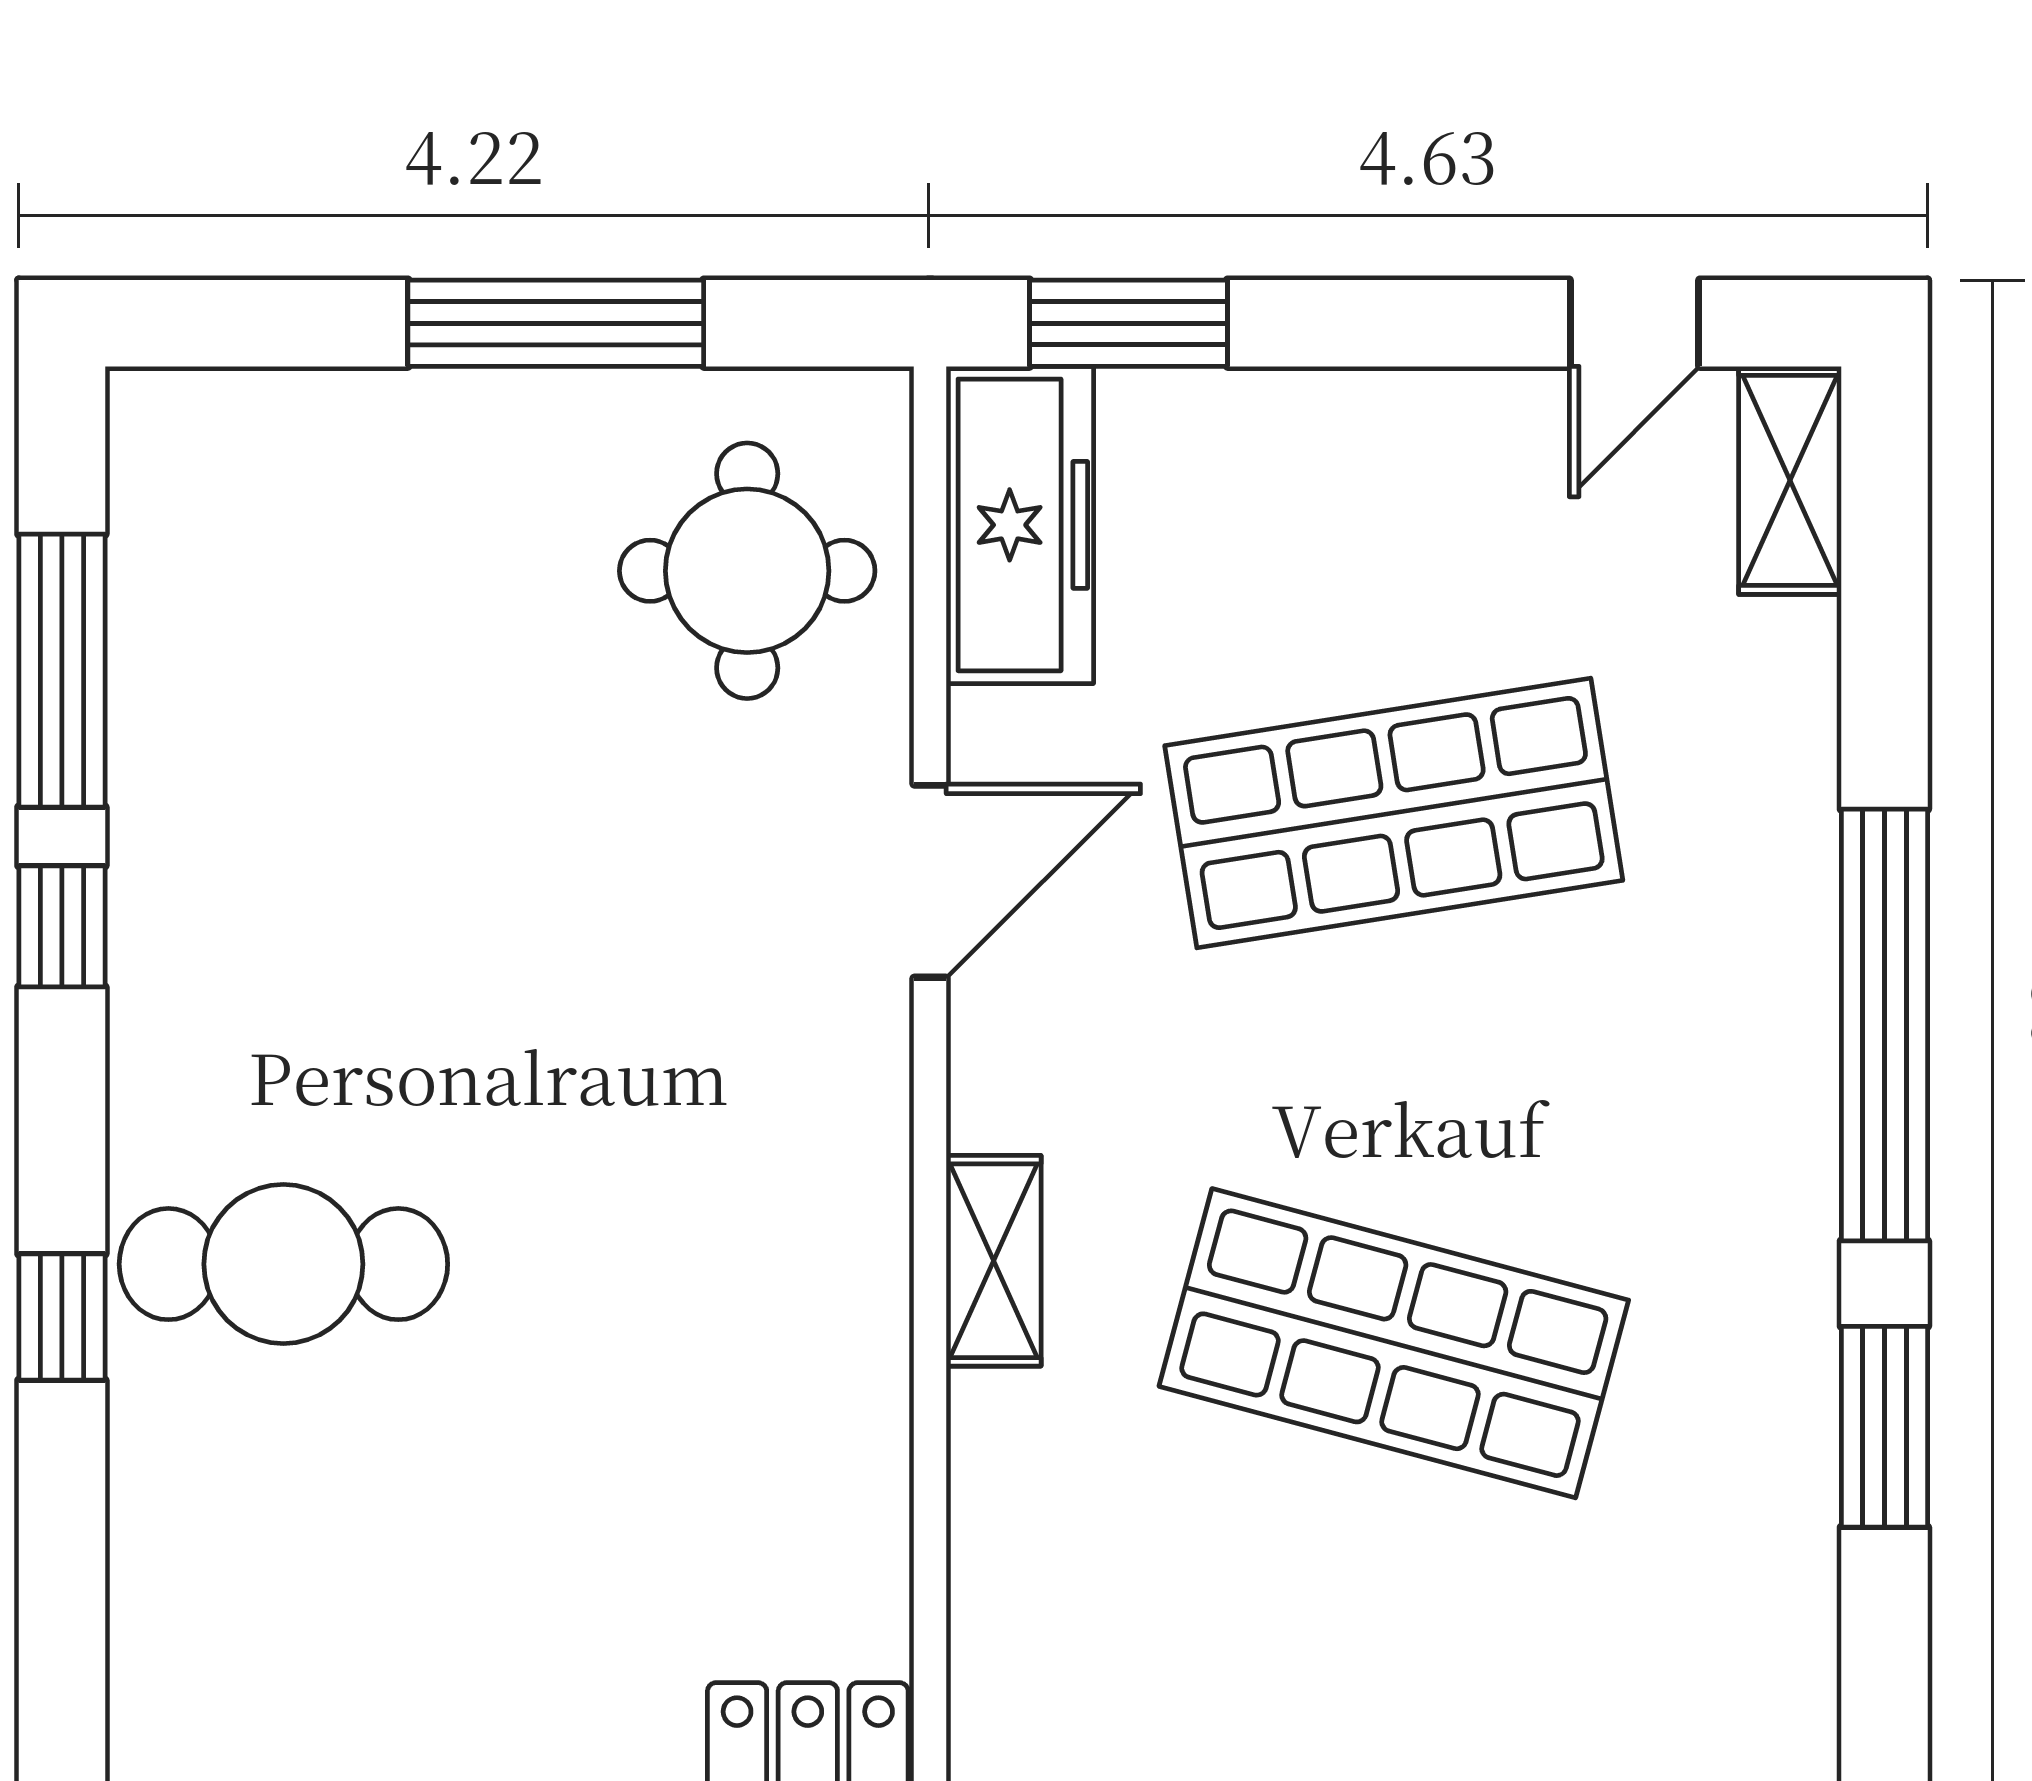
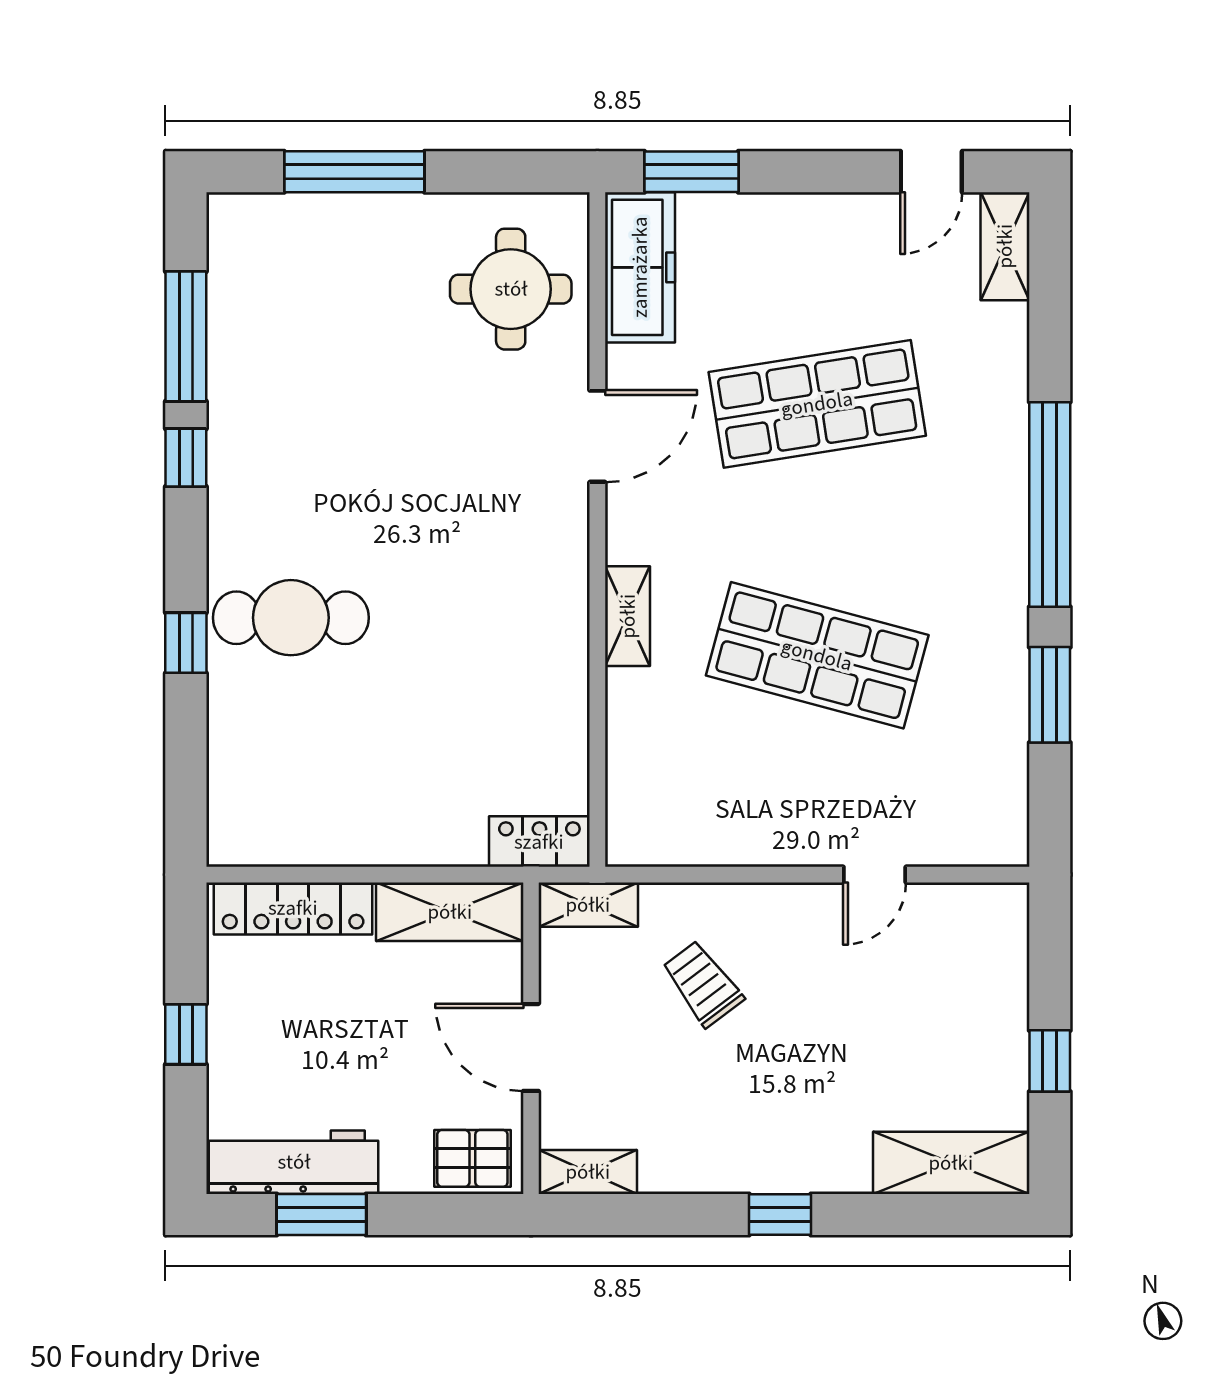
window: (556, 323) -> (354, 172), moved

